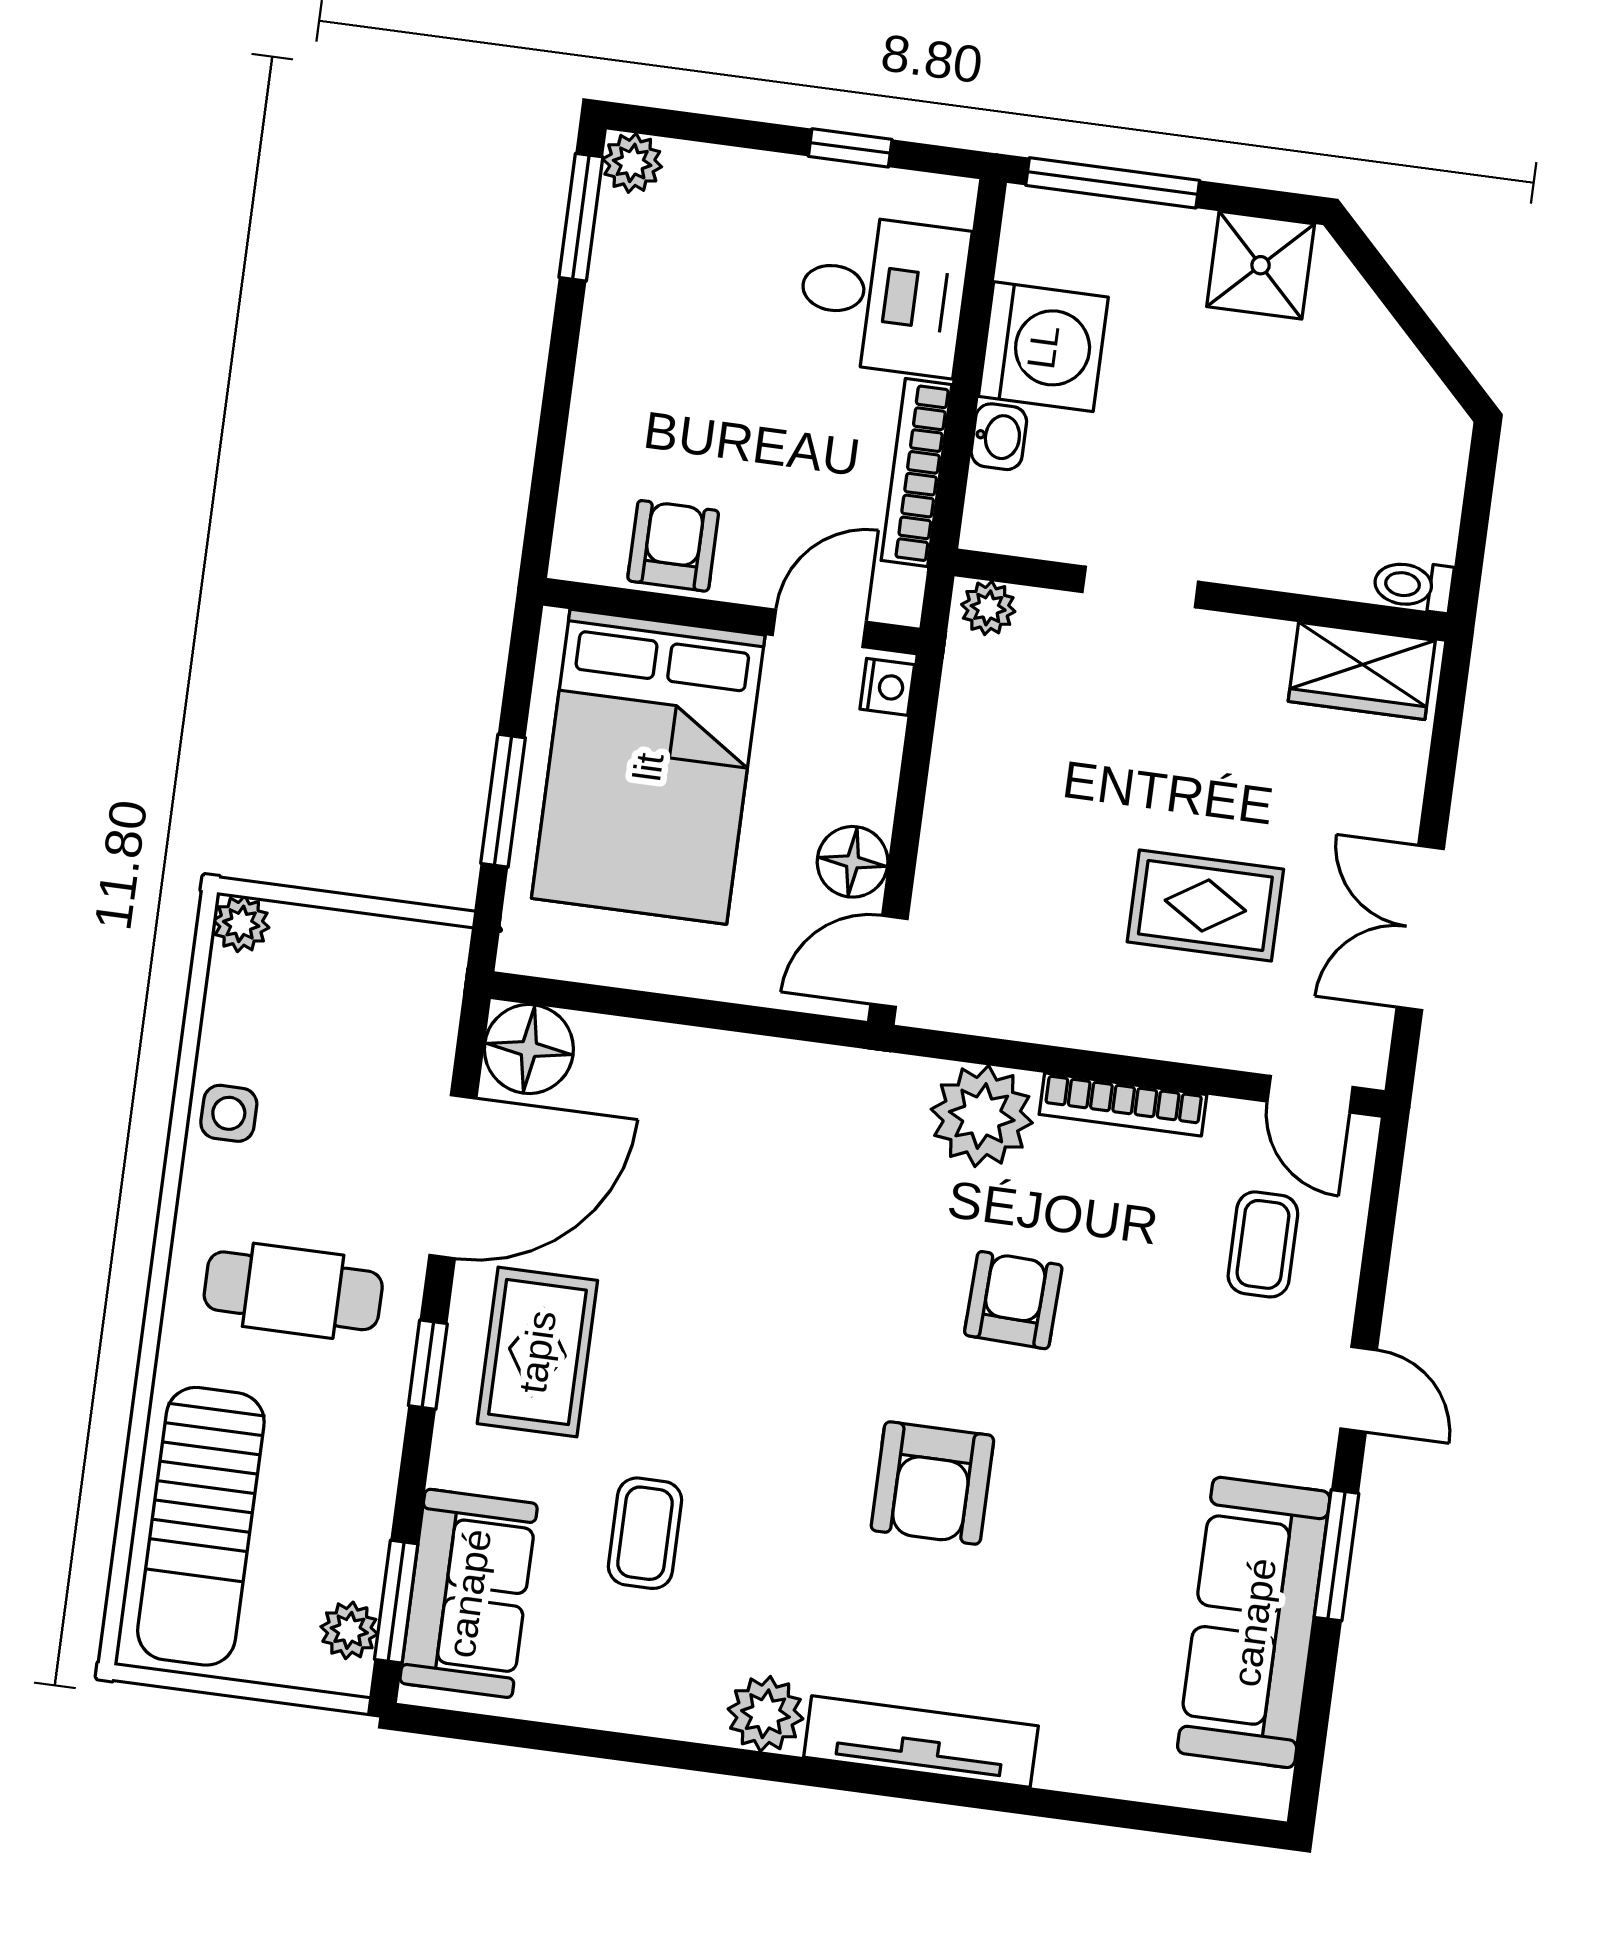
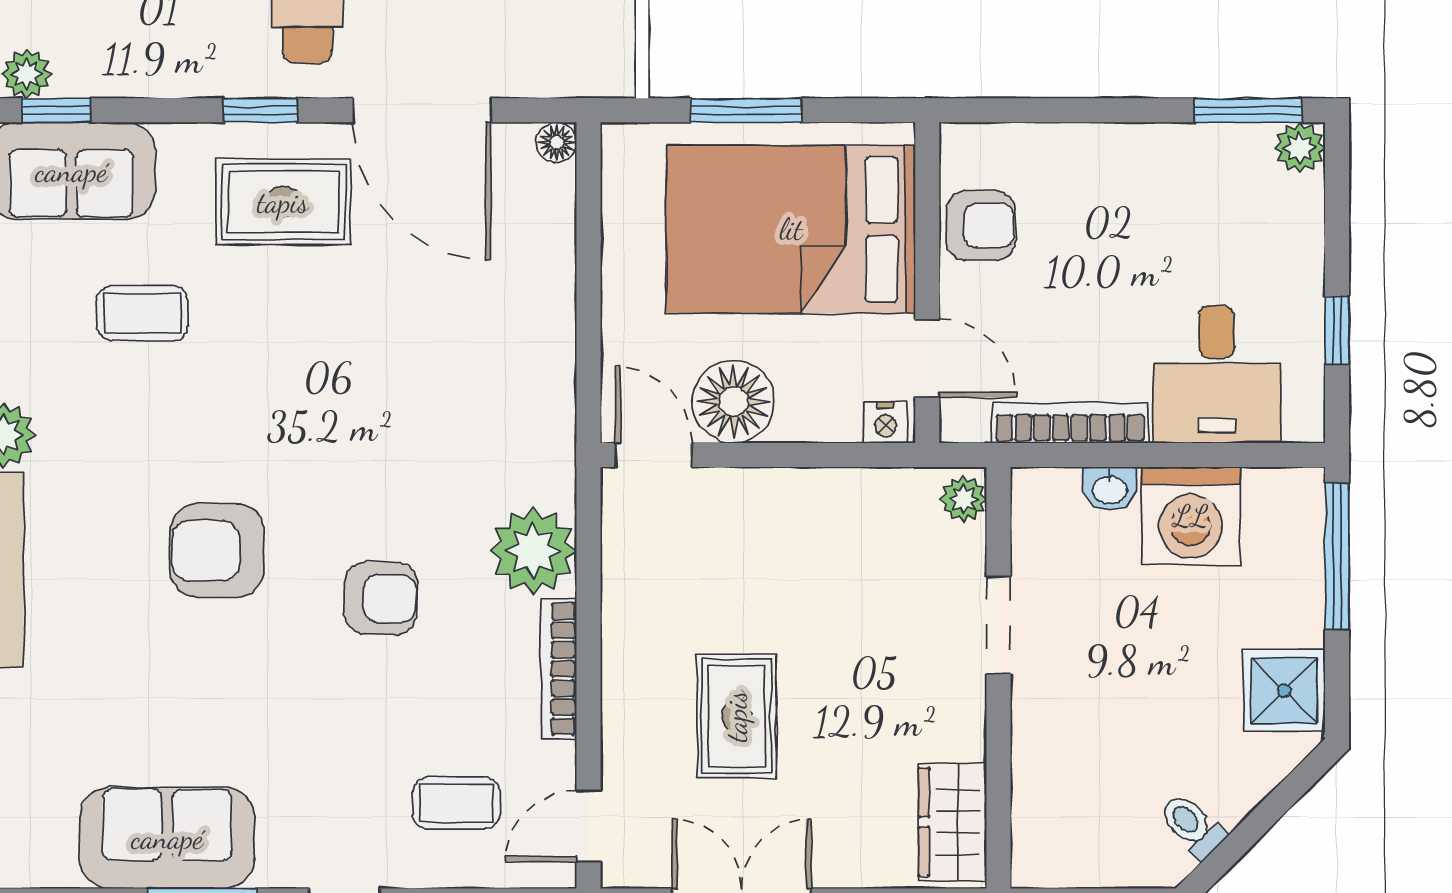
toilet: (1413, 586) -> (1192, 826), moved, turned -45
floor lamp: (853, 862) -> (734, 402), width x1.38, depth x1.38
floor lamp: (529, 1049) -> (557, 142), width x0.53, depth x0.53
window: (396, 1602) -> (56, 110), width x0.67
sofa: (1254, 1622) -> (167, 838), width x0.73

